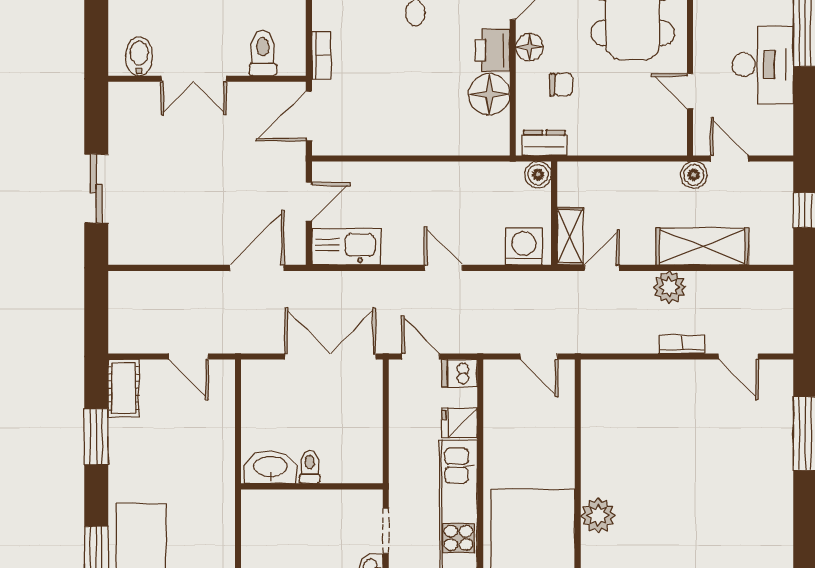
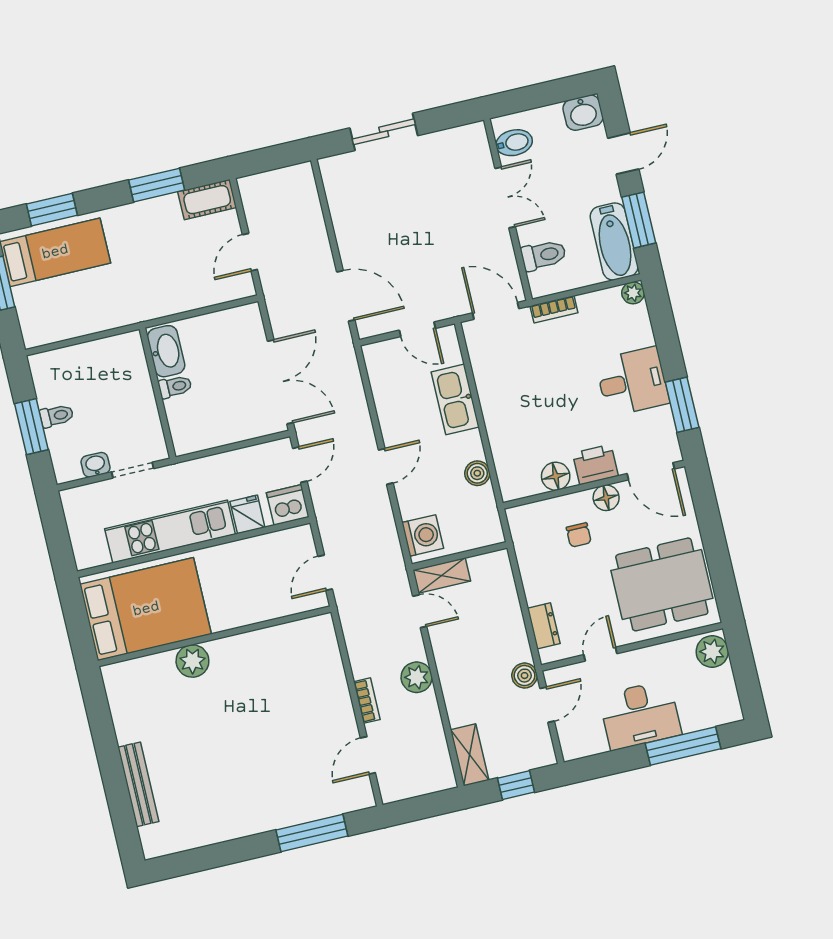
double door: (194, 79) -> (505, 197), swing flipped
floor lamp: (489, 94) -> (556, 476), width x0.73, depth x0.73
dresser: (544, 143) -> (544, 626), moved
boiler: (538, 175) -> (477, 473), moved
shelving: (702, 246) -> (470, 755), moved, width x0.67, depth x0.75
kitchen sink: (346, 247) -> (455, 399), moved, turned 180
dishwasher: (459, 373) -> (288, 505), width x1.38

